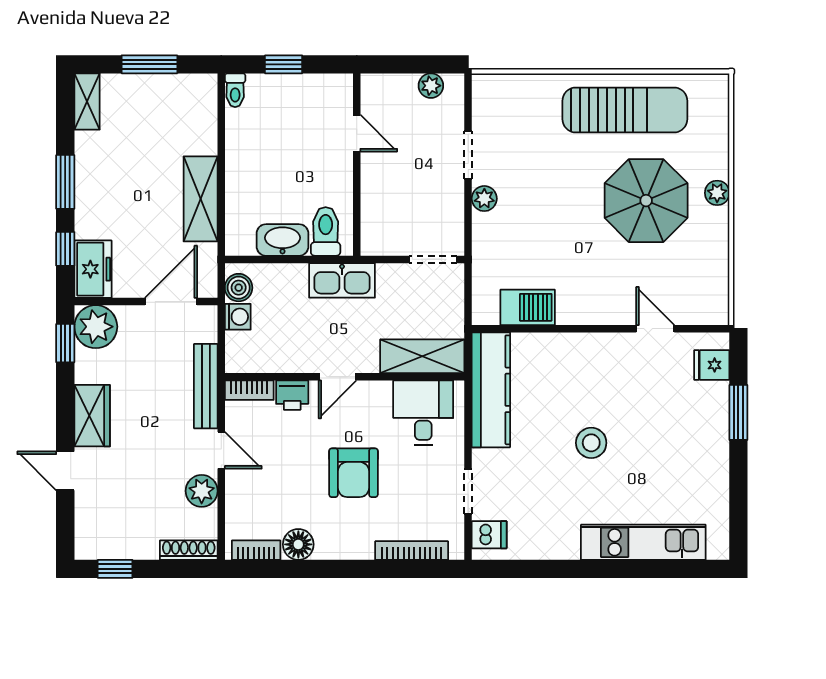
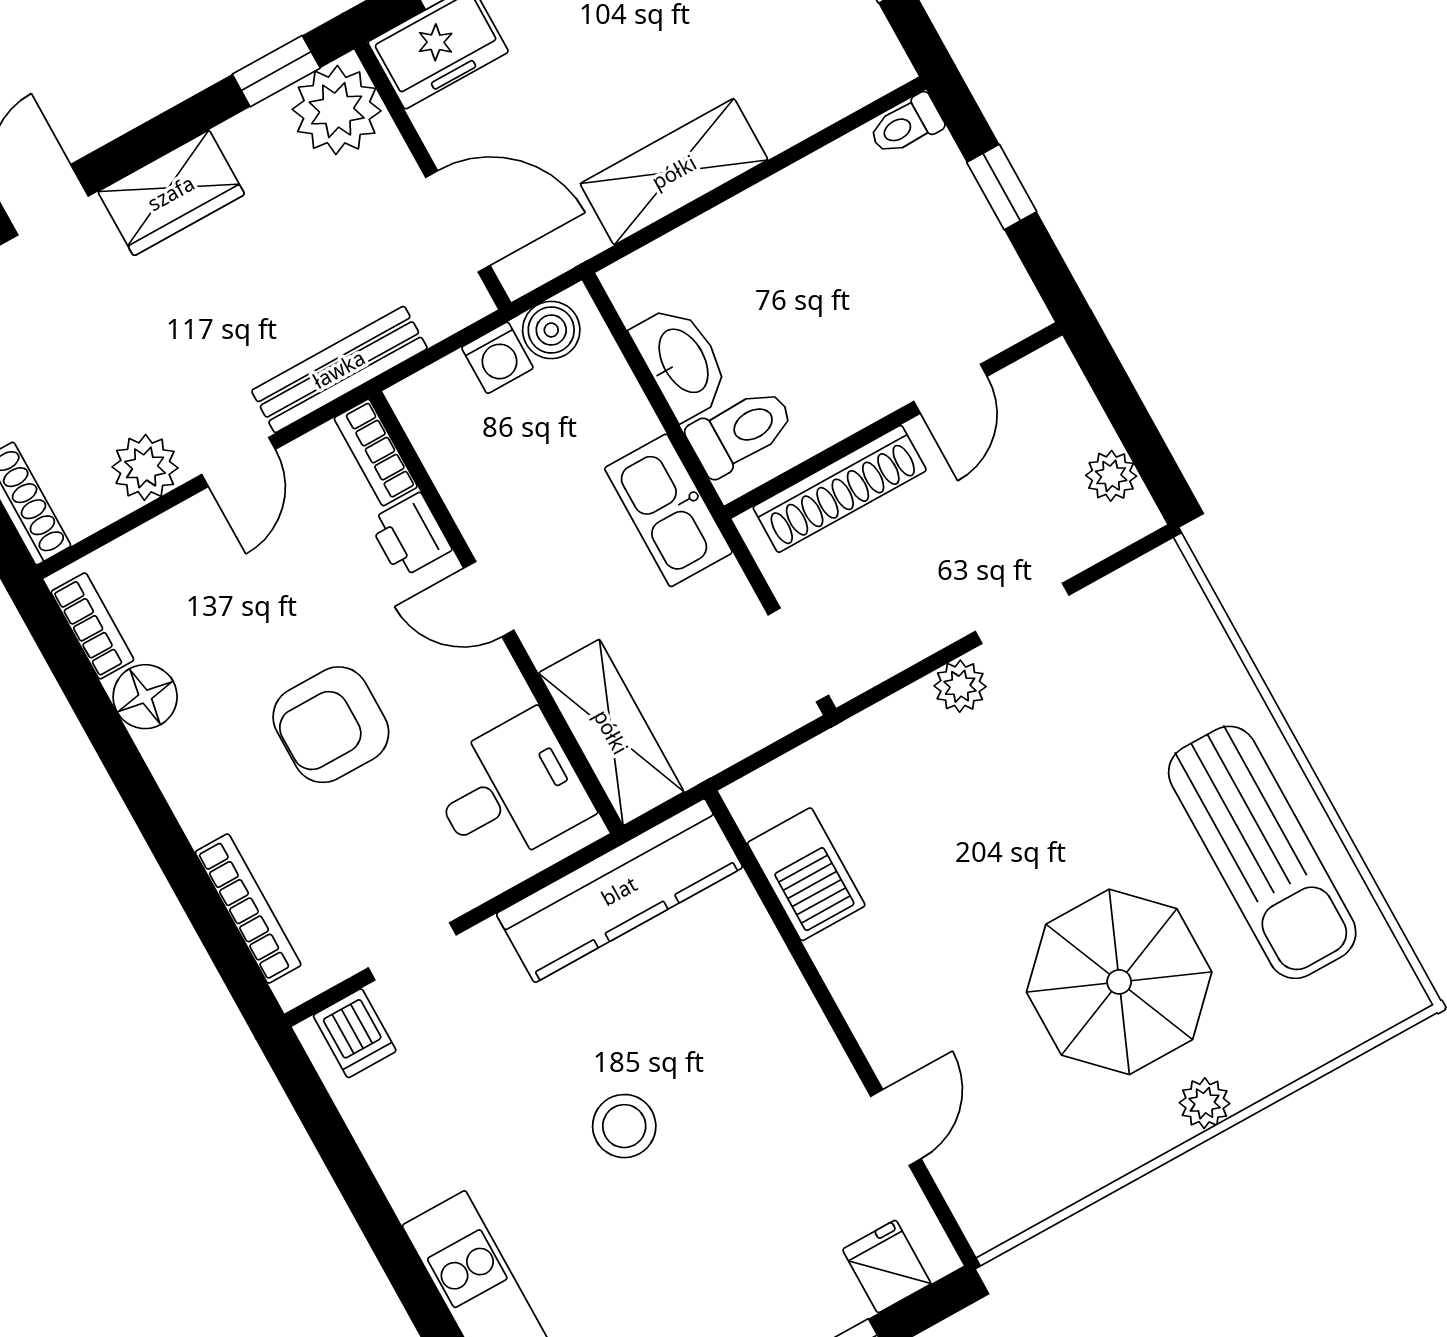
shoe rack: (373, 203) -> (840, 489), added

